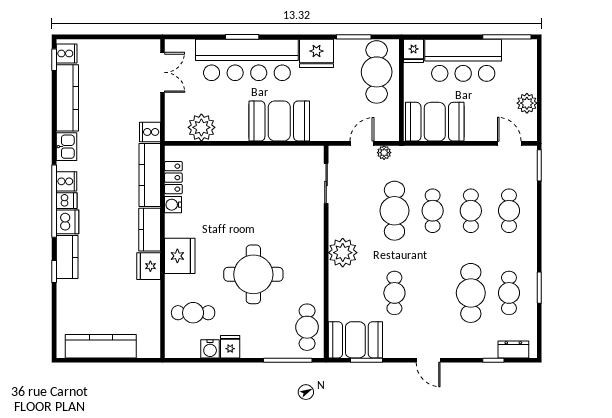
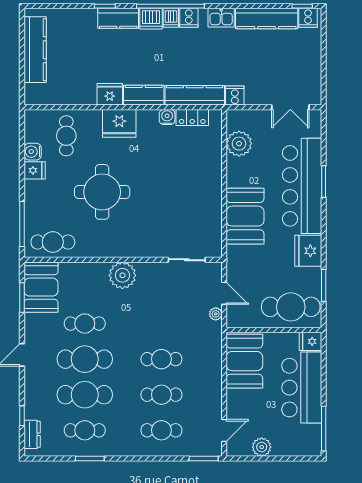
cafe table: (394, 211) -> (85, 359), moved

